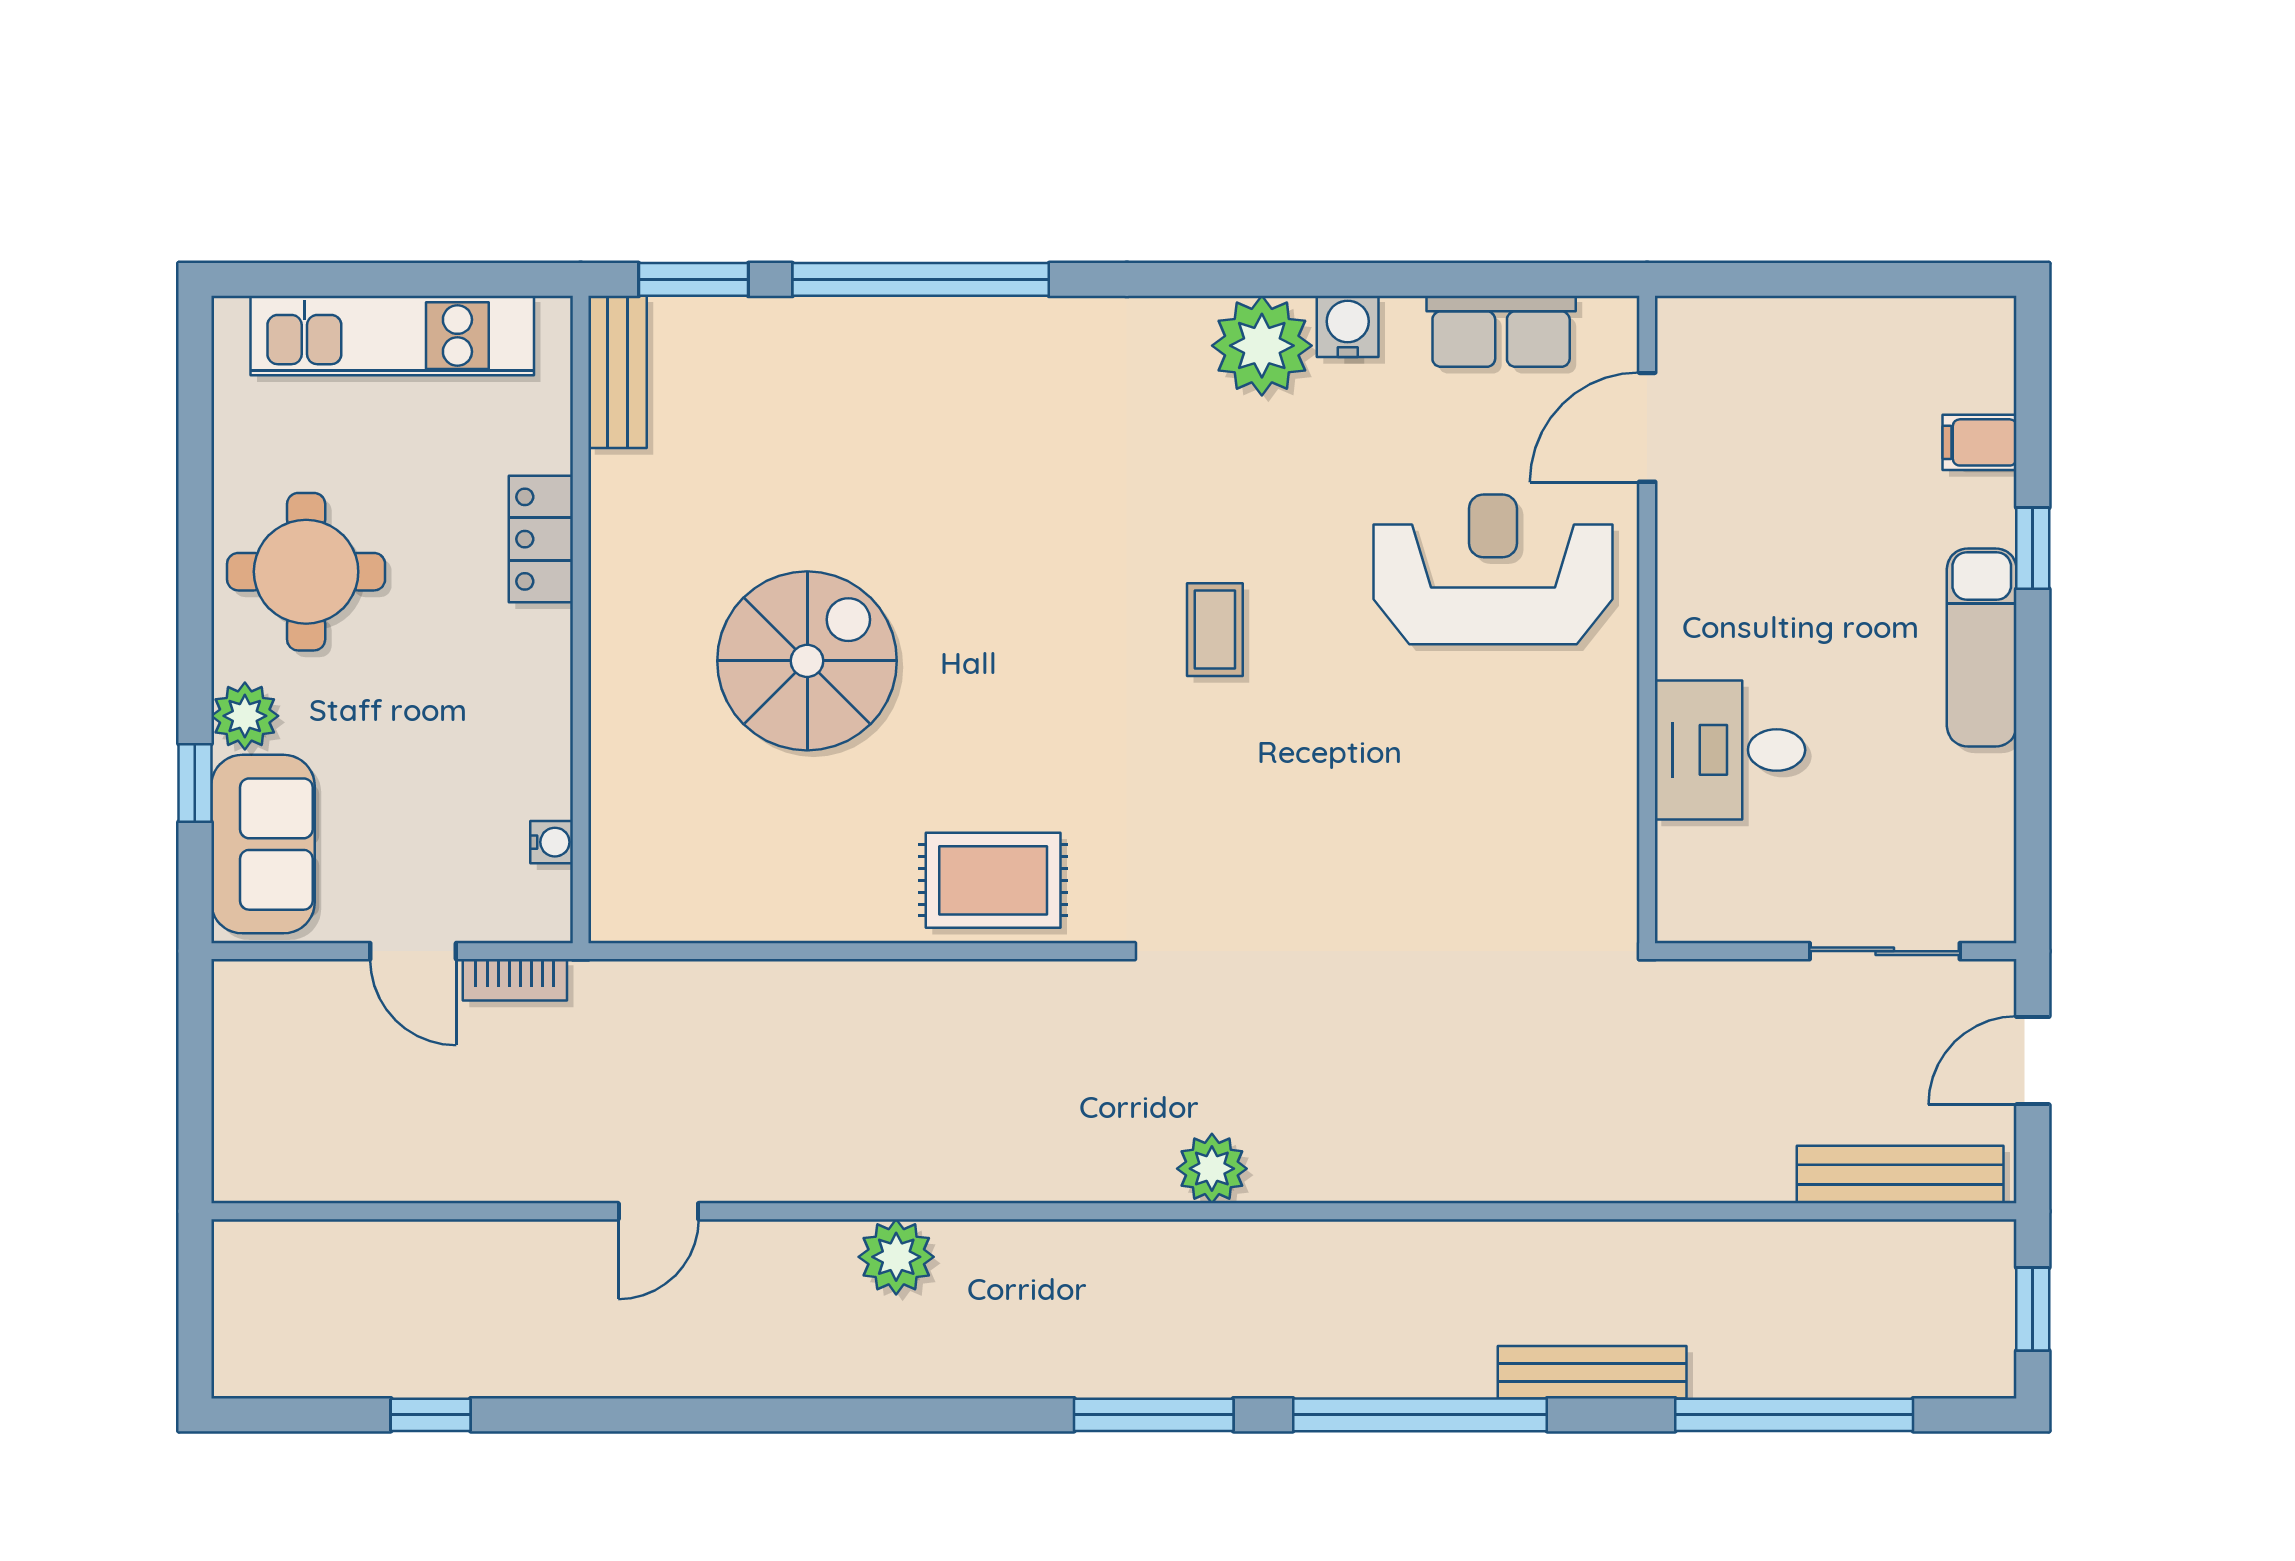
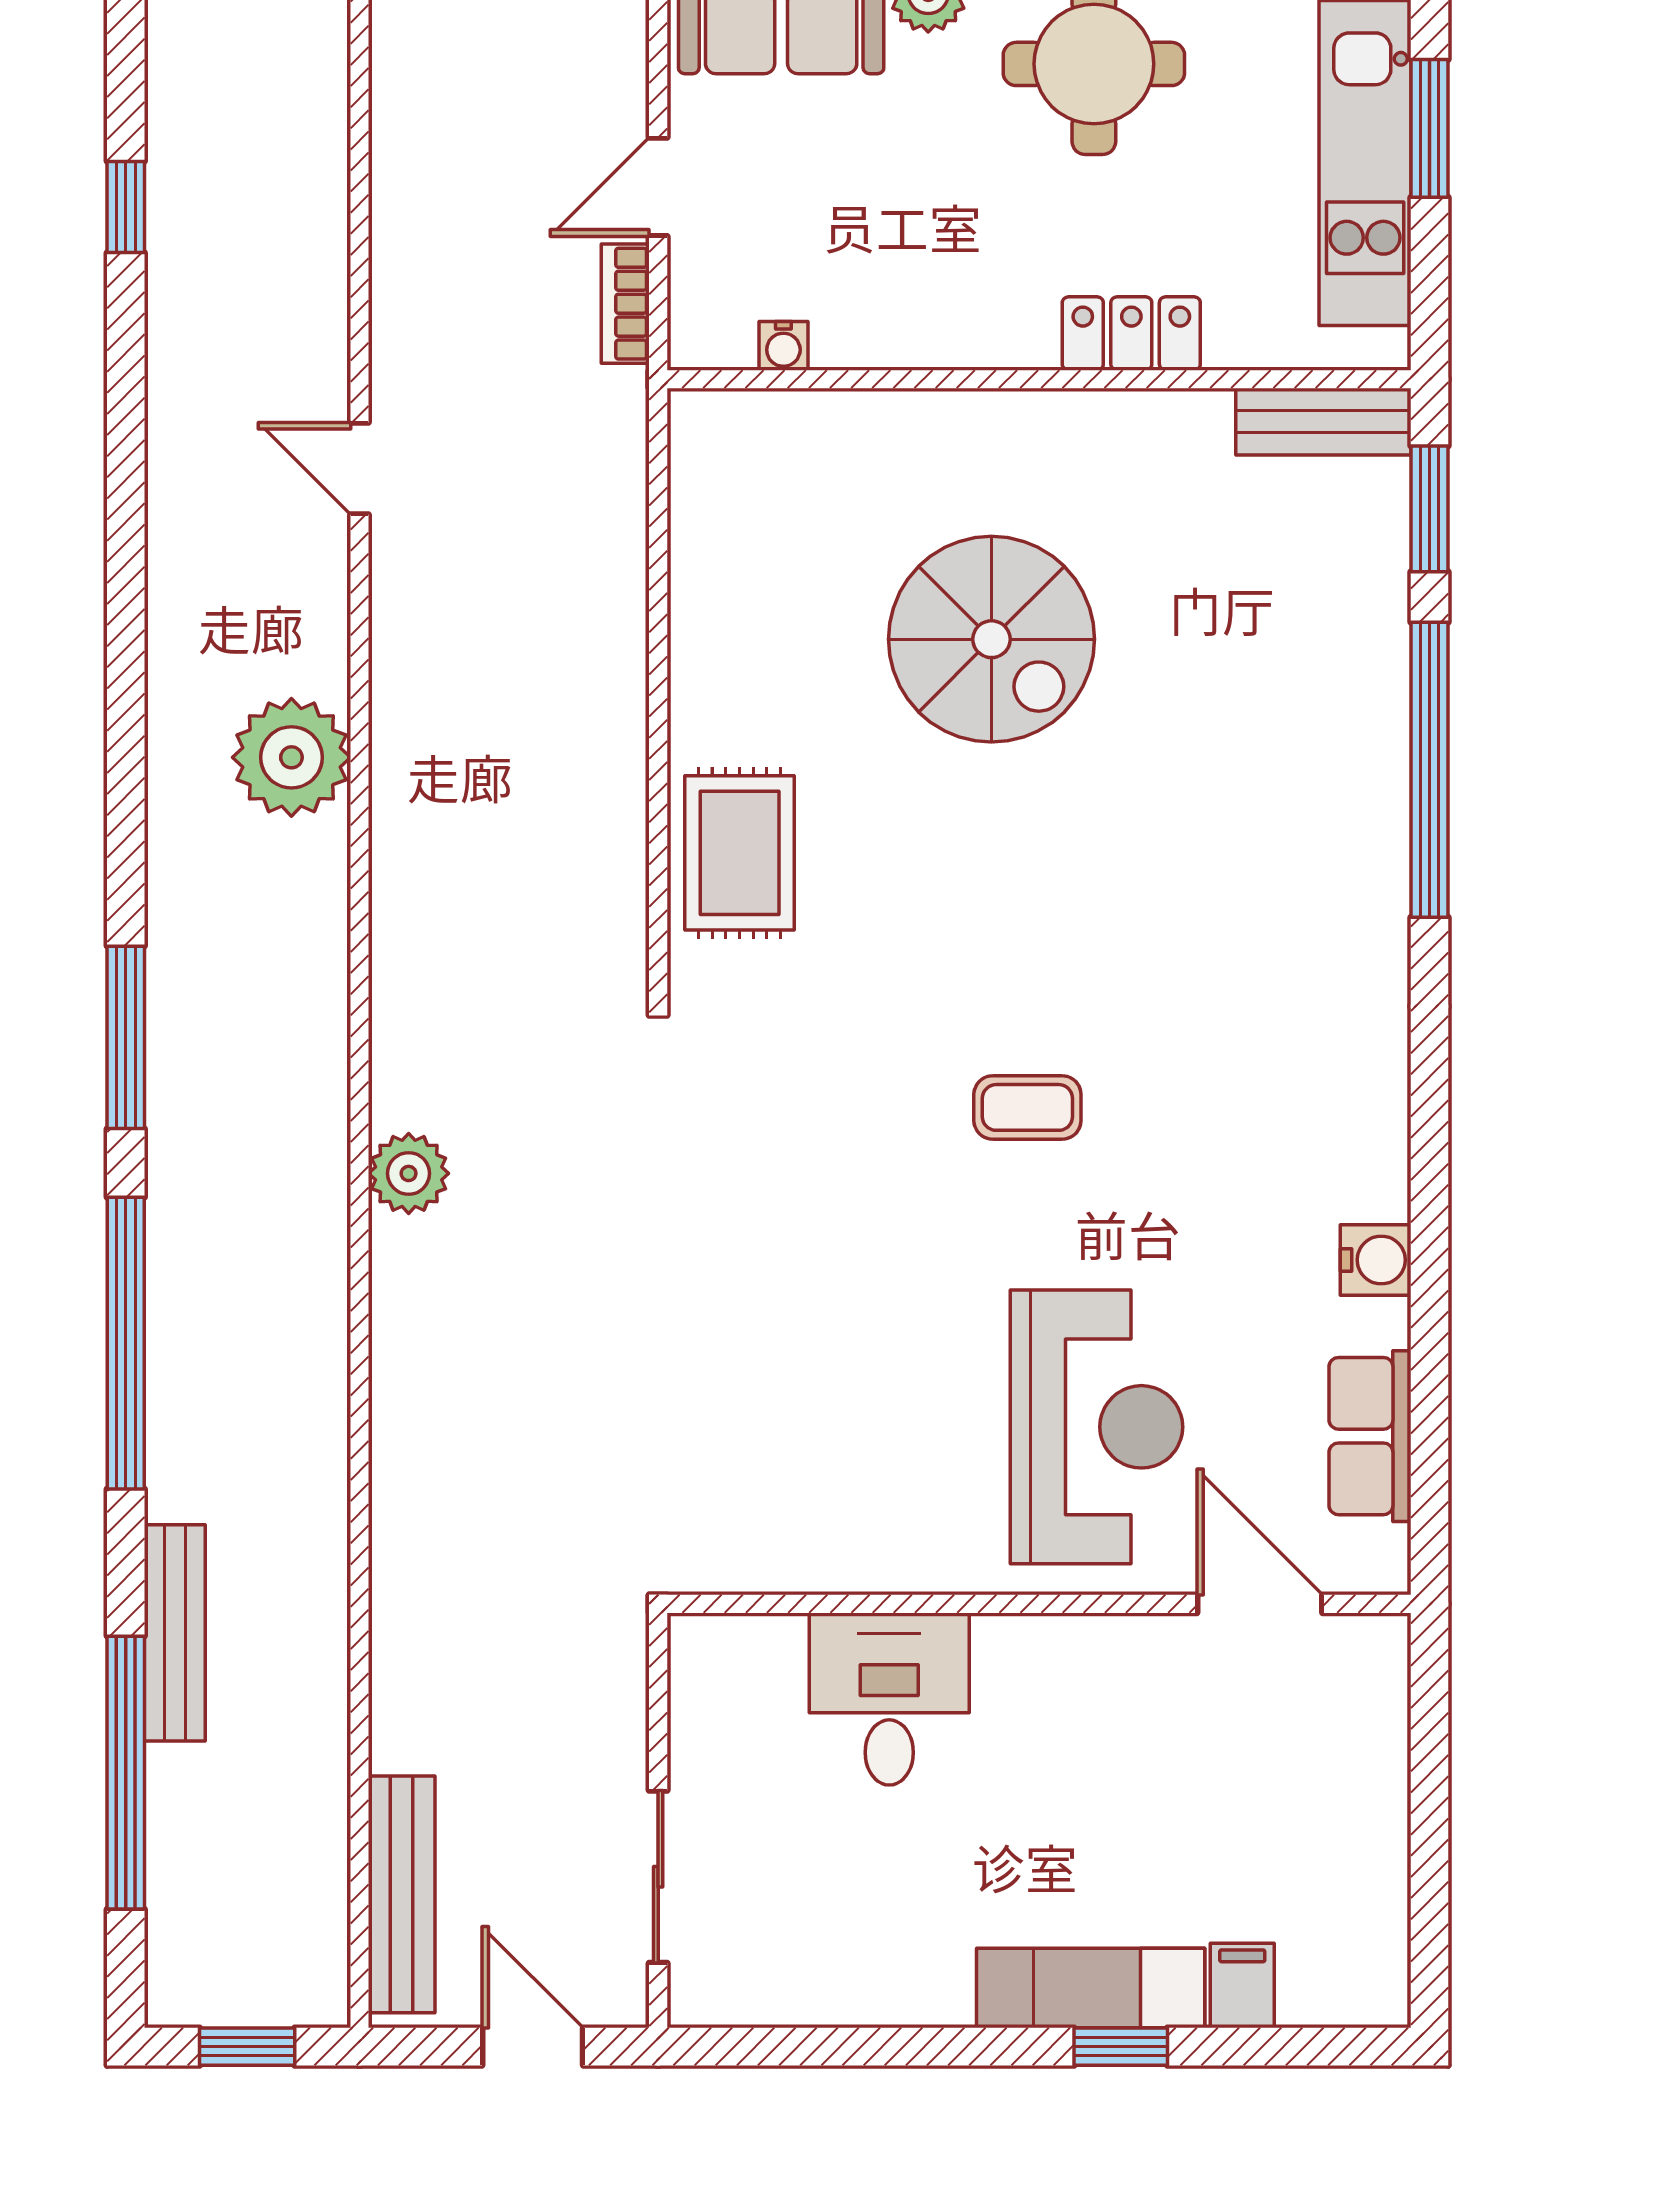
window: (362, 279) -> (1430, 128), added
plant: (1262, 346) -> (1354, 1161), removed
exam couch: (1982, 647) -> (1091, 1988), moved
plant: (1212, 1169) -> (409, 1173), moved
plant: (896, 1257) -> (291, 757), width x1.36, depth x1.36
bench: (1592, 1372) -> (175, 1633), moved

